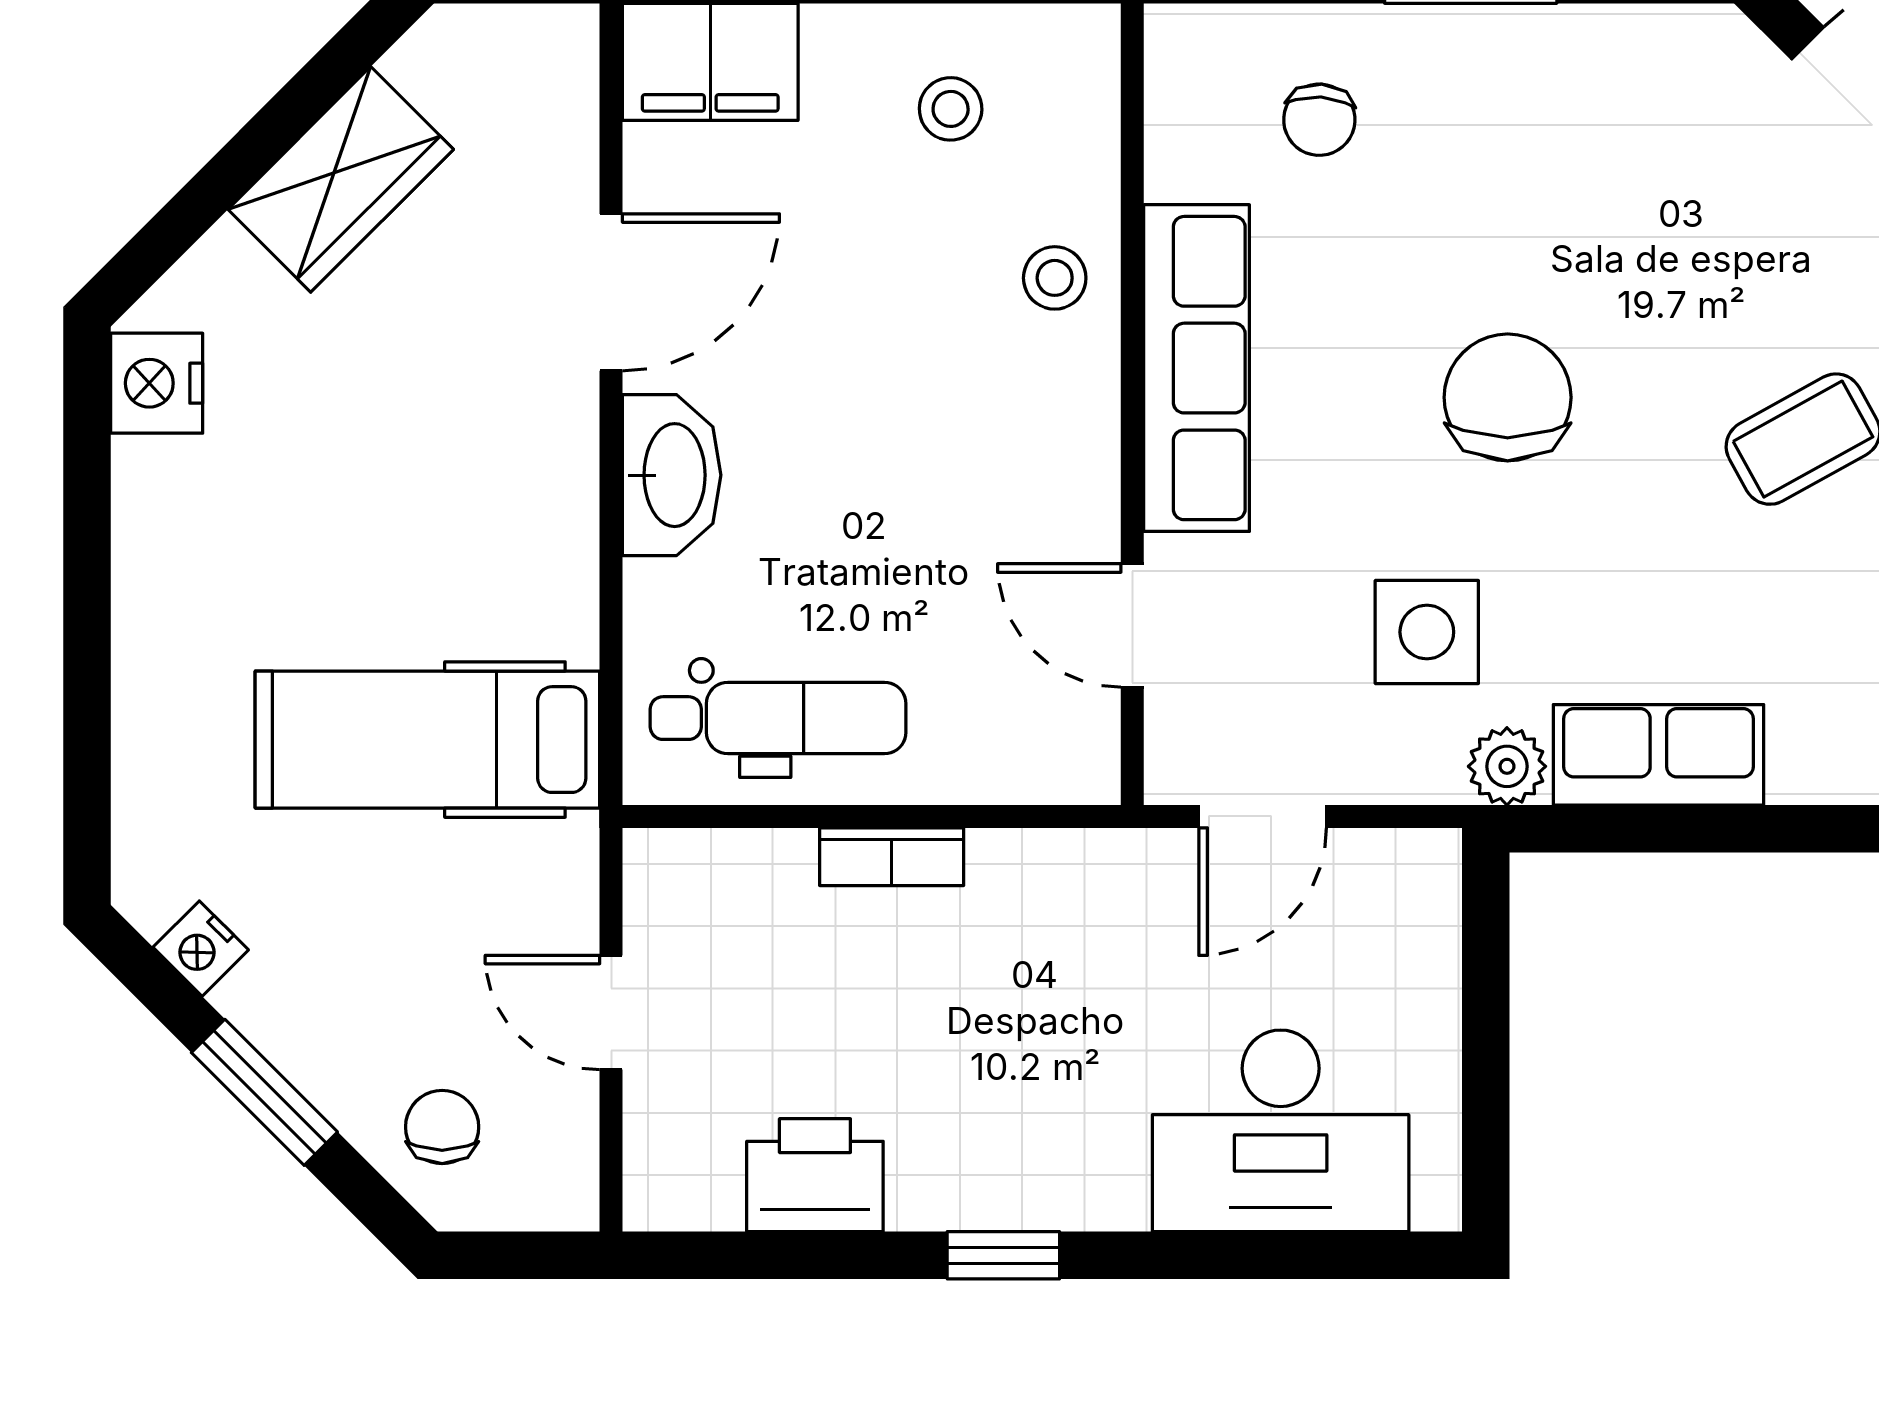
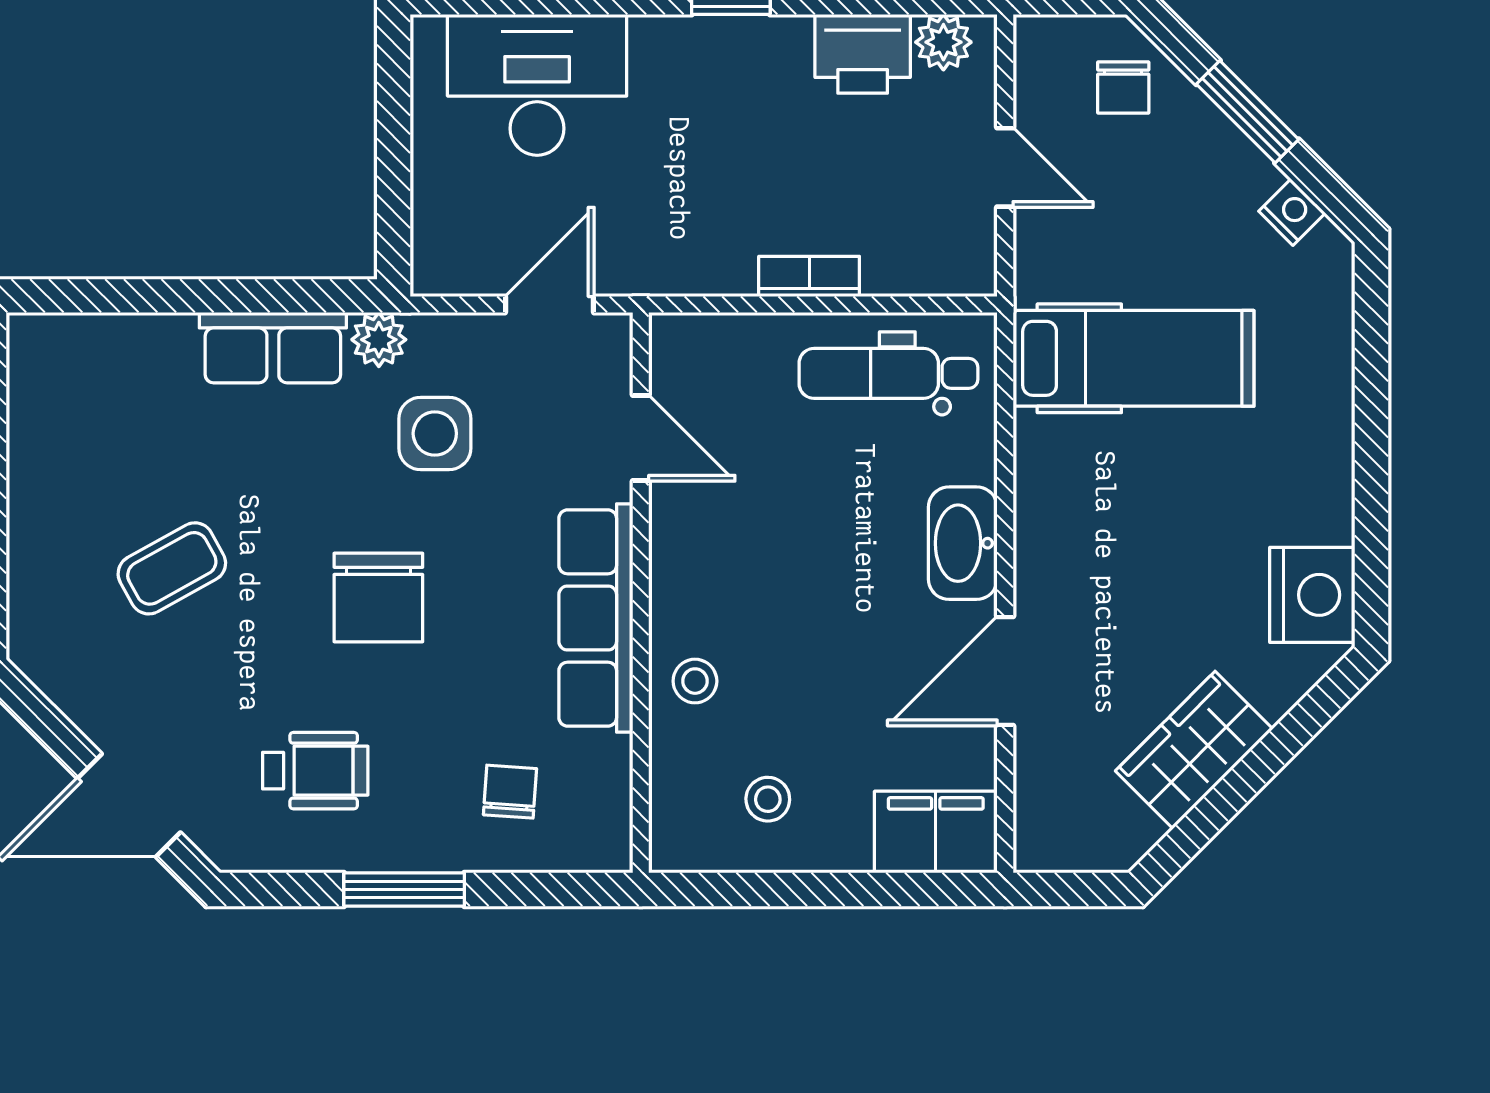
wheelchair: (1598, 150) -> (315, 771), added
nightstand: (157, 383) -> (1312, 595), width x1.36, depth x1.33
plant: (699, 1192) -> (943, 42), added

